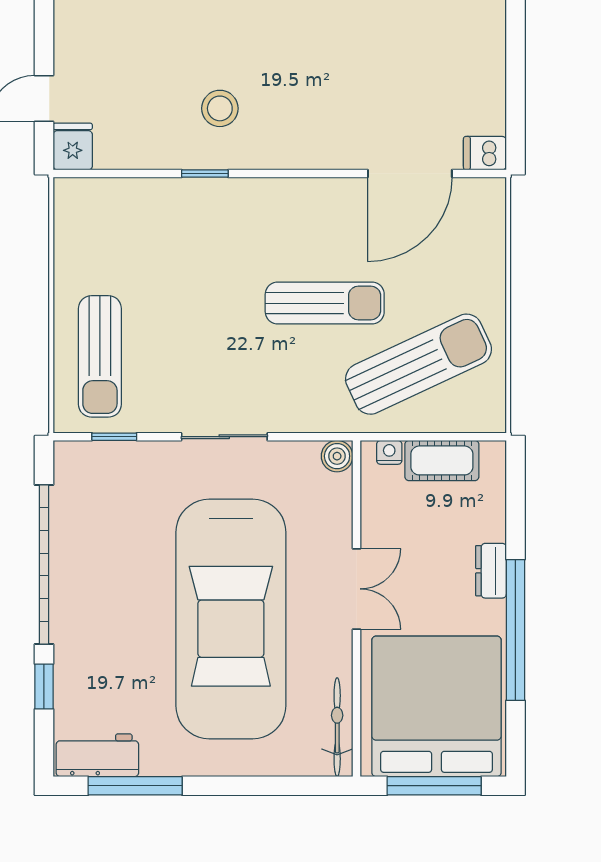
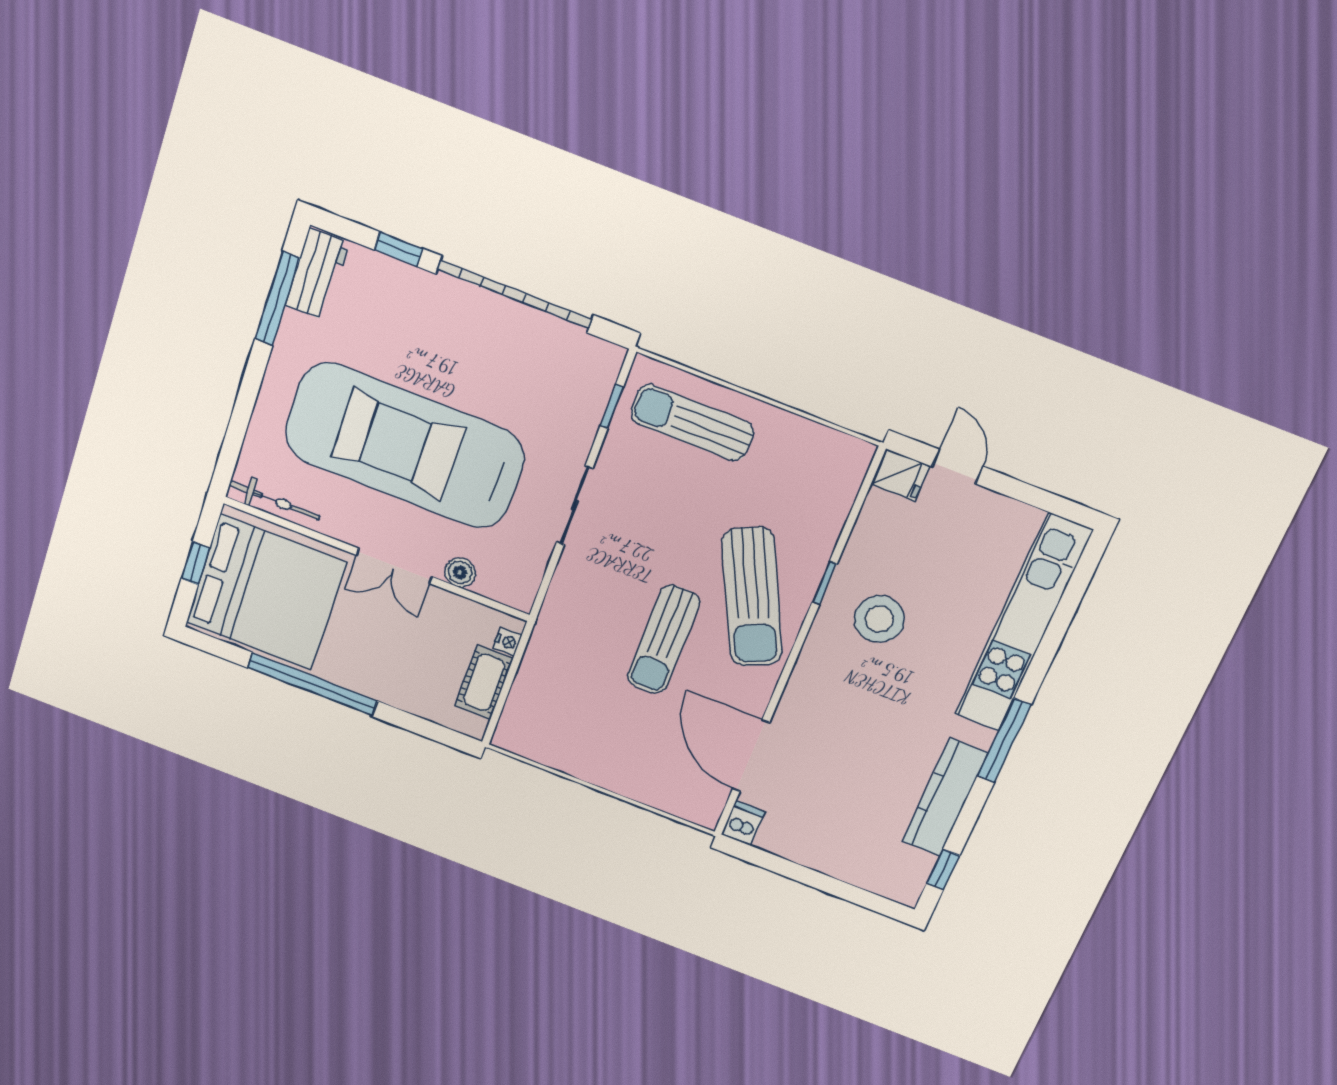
stool: (220, 108) -> (879, 619), width x1.38, depth x1.38
sun lounger: (418, 364) -> (752, 597), moved
boiler: (337, 456) -> (460, 573), moved
dresser: (491, 571) -> (371, 685), removed
window: (434, 786) -> (195, 563), width x0.46

